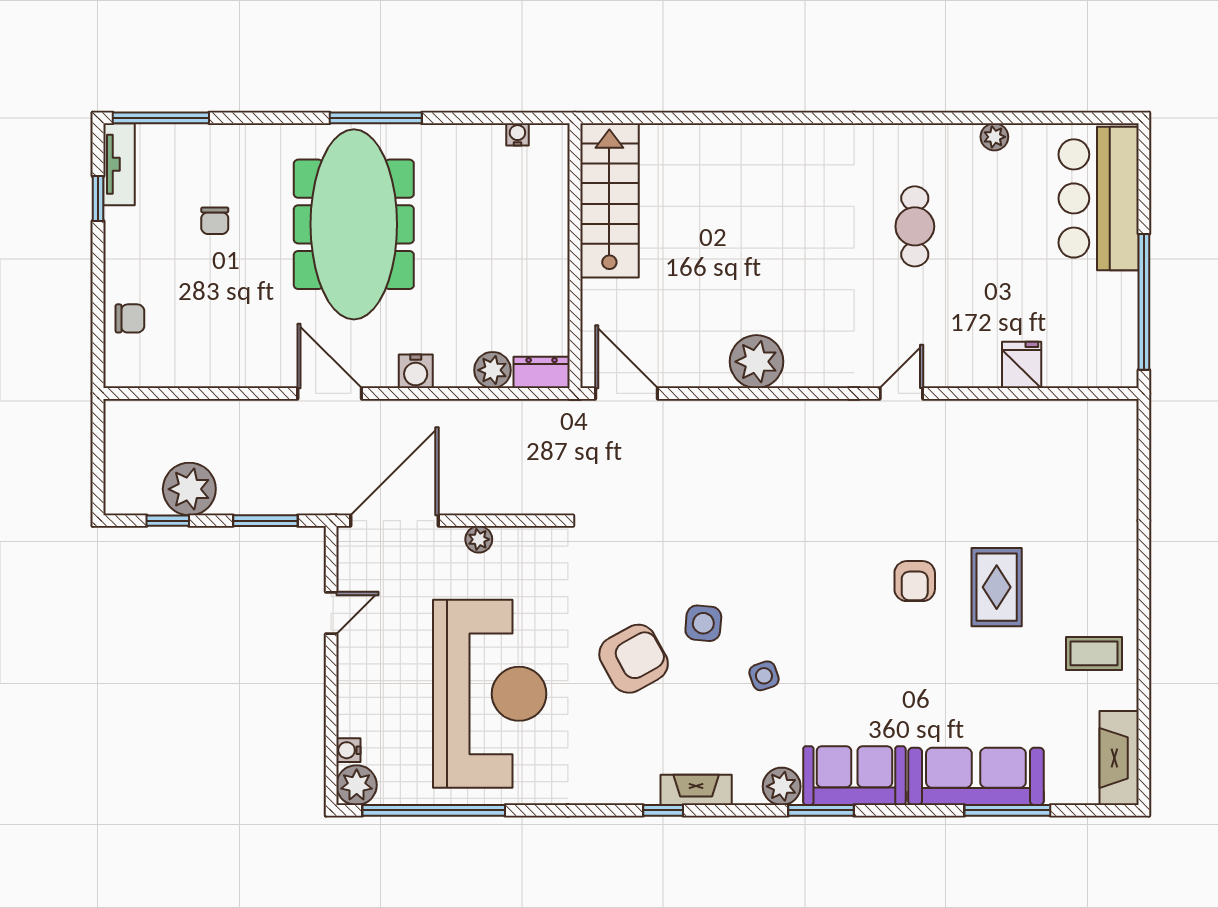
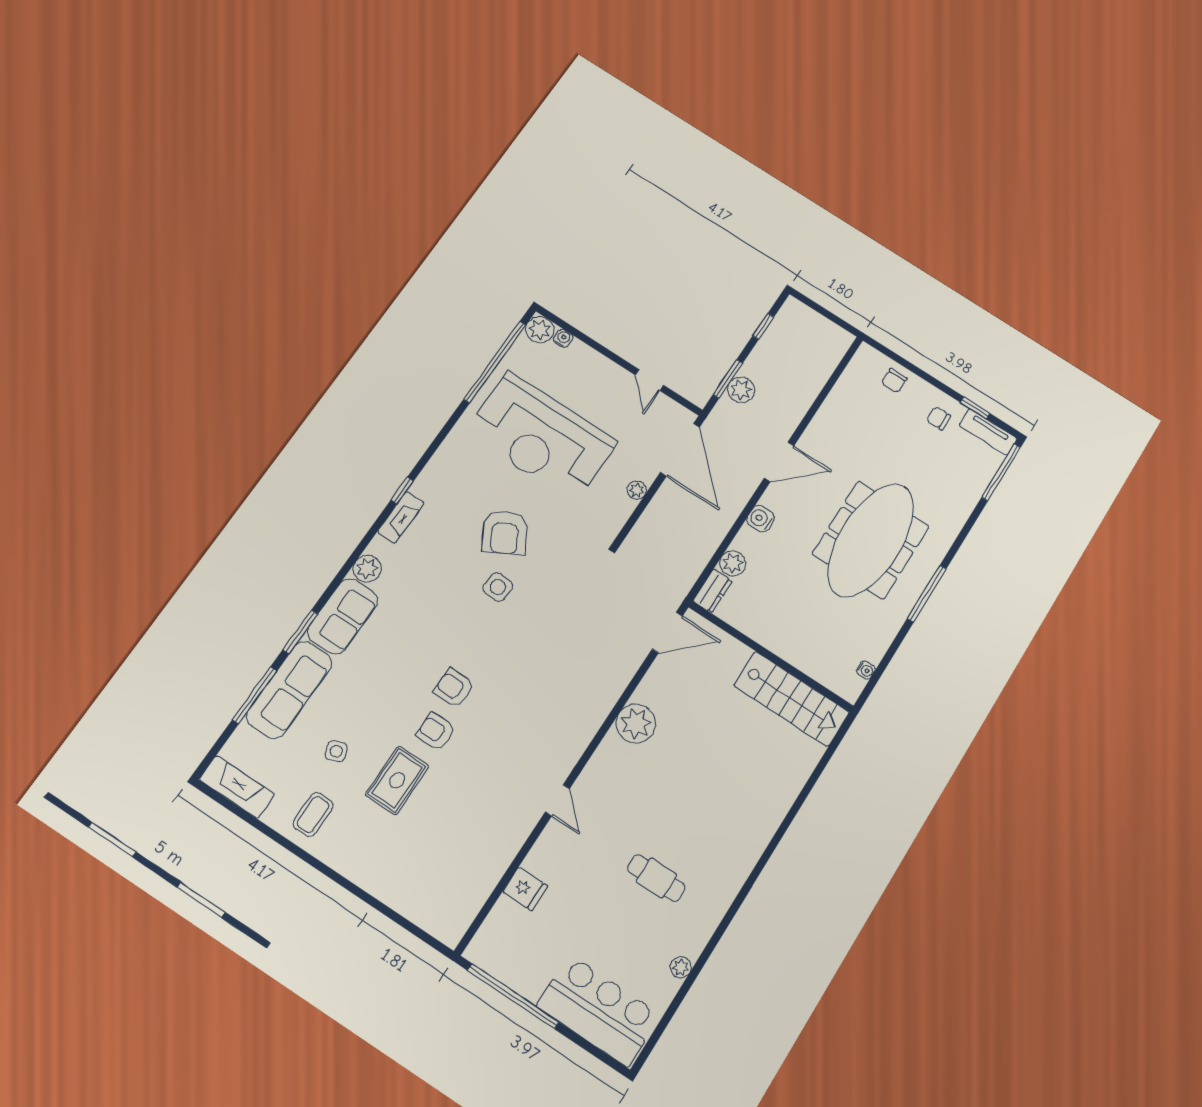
chair: (215, 221) -> (939, 418), moved
meeting table: (354, 224) -> (871, 540), turned 90
plant: (189, 489) -> (741, 390), moved, width x0.73, depth x0.73
rug: (997, 587) -> (397, 780), turned 90
armchair: (853, 594) -> (454, 688), added
side table: (764, 676) -> (336, 751), moved
window: (821, 810) -> (300, 632), moved

